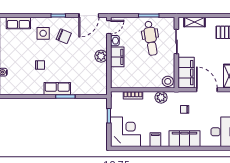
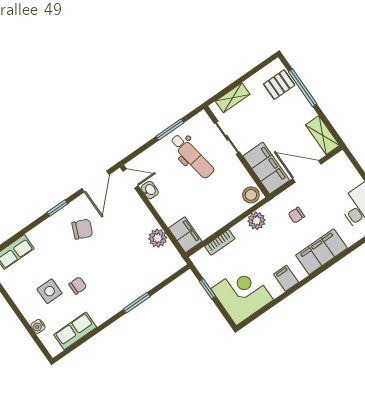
door: (109, 27) -> (131, 178), hinge flipped
side table: (43, 33) -> (50, 291), moved
plant: (101, 56) -> (158, 238), moved
filing cabinet: (117, 57) -> (185, 235), moved
row of seats: (57, 89) -> (75, 331), moved

